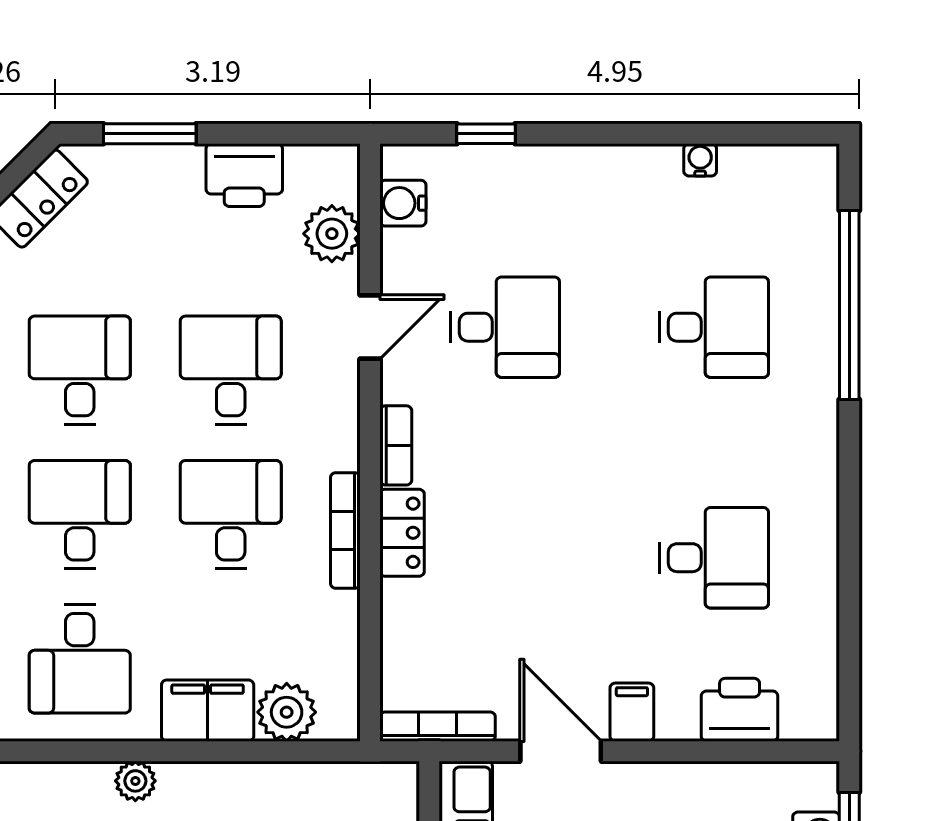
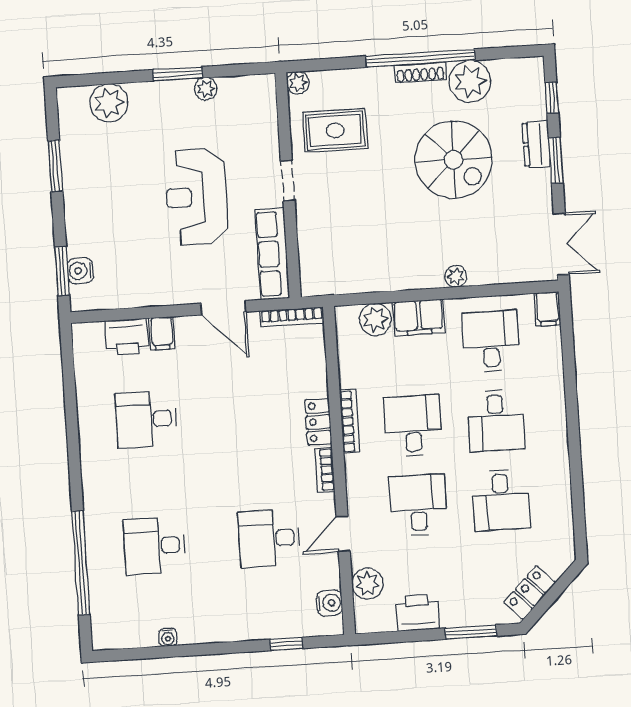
desk: (231, 370) -> (418, 505), turned 180
desk: (231, 515) -> (413, 426), turned 180
filing cabinet: (632, 712) -> (162, 333), moved

